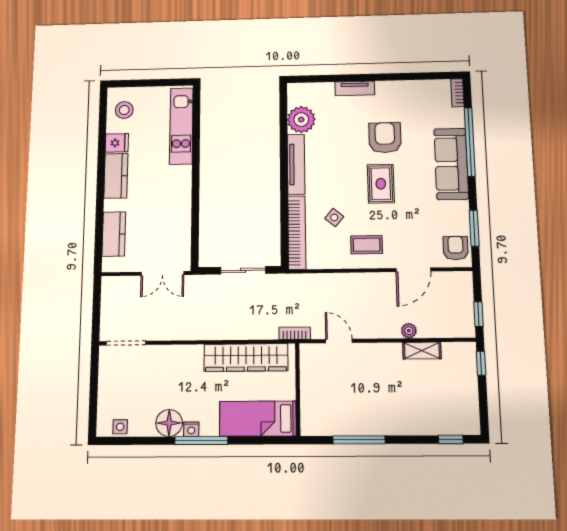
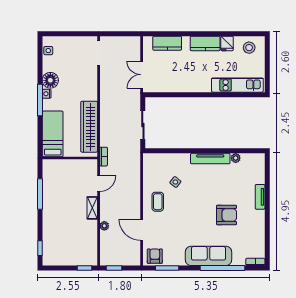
plant: (301, 120) -> (236, 158), width x0.53, depth x0.53
rug: (381, 184) -> (197, 212), removed
bookcase: (297, 232) -> (166, 159), removed
armchair: (456, 248) -> (155, 256), turned -90
shelving: (422, 351) -> (92, 208), moved

